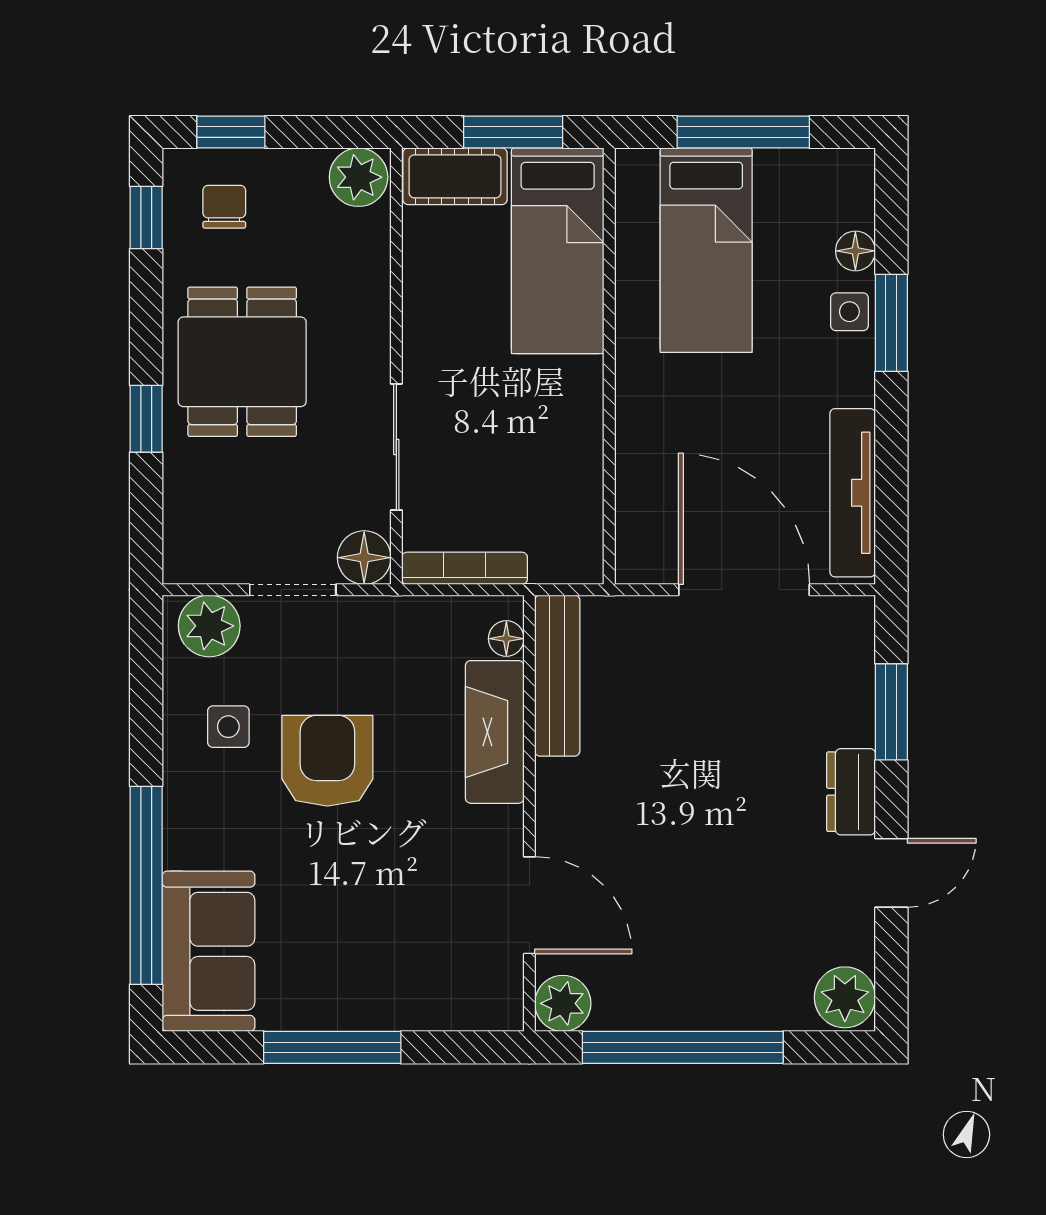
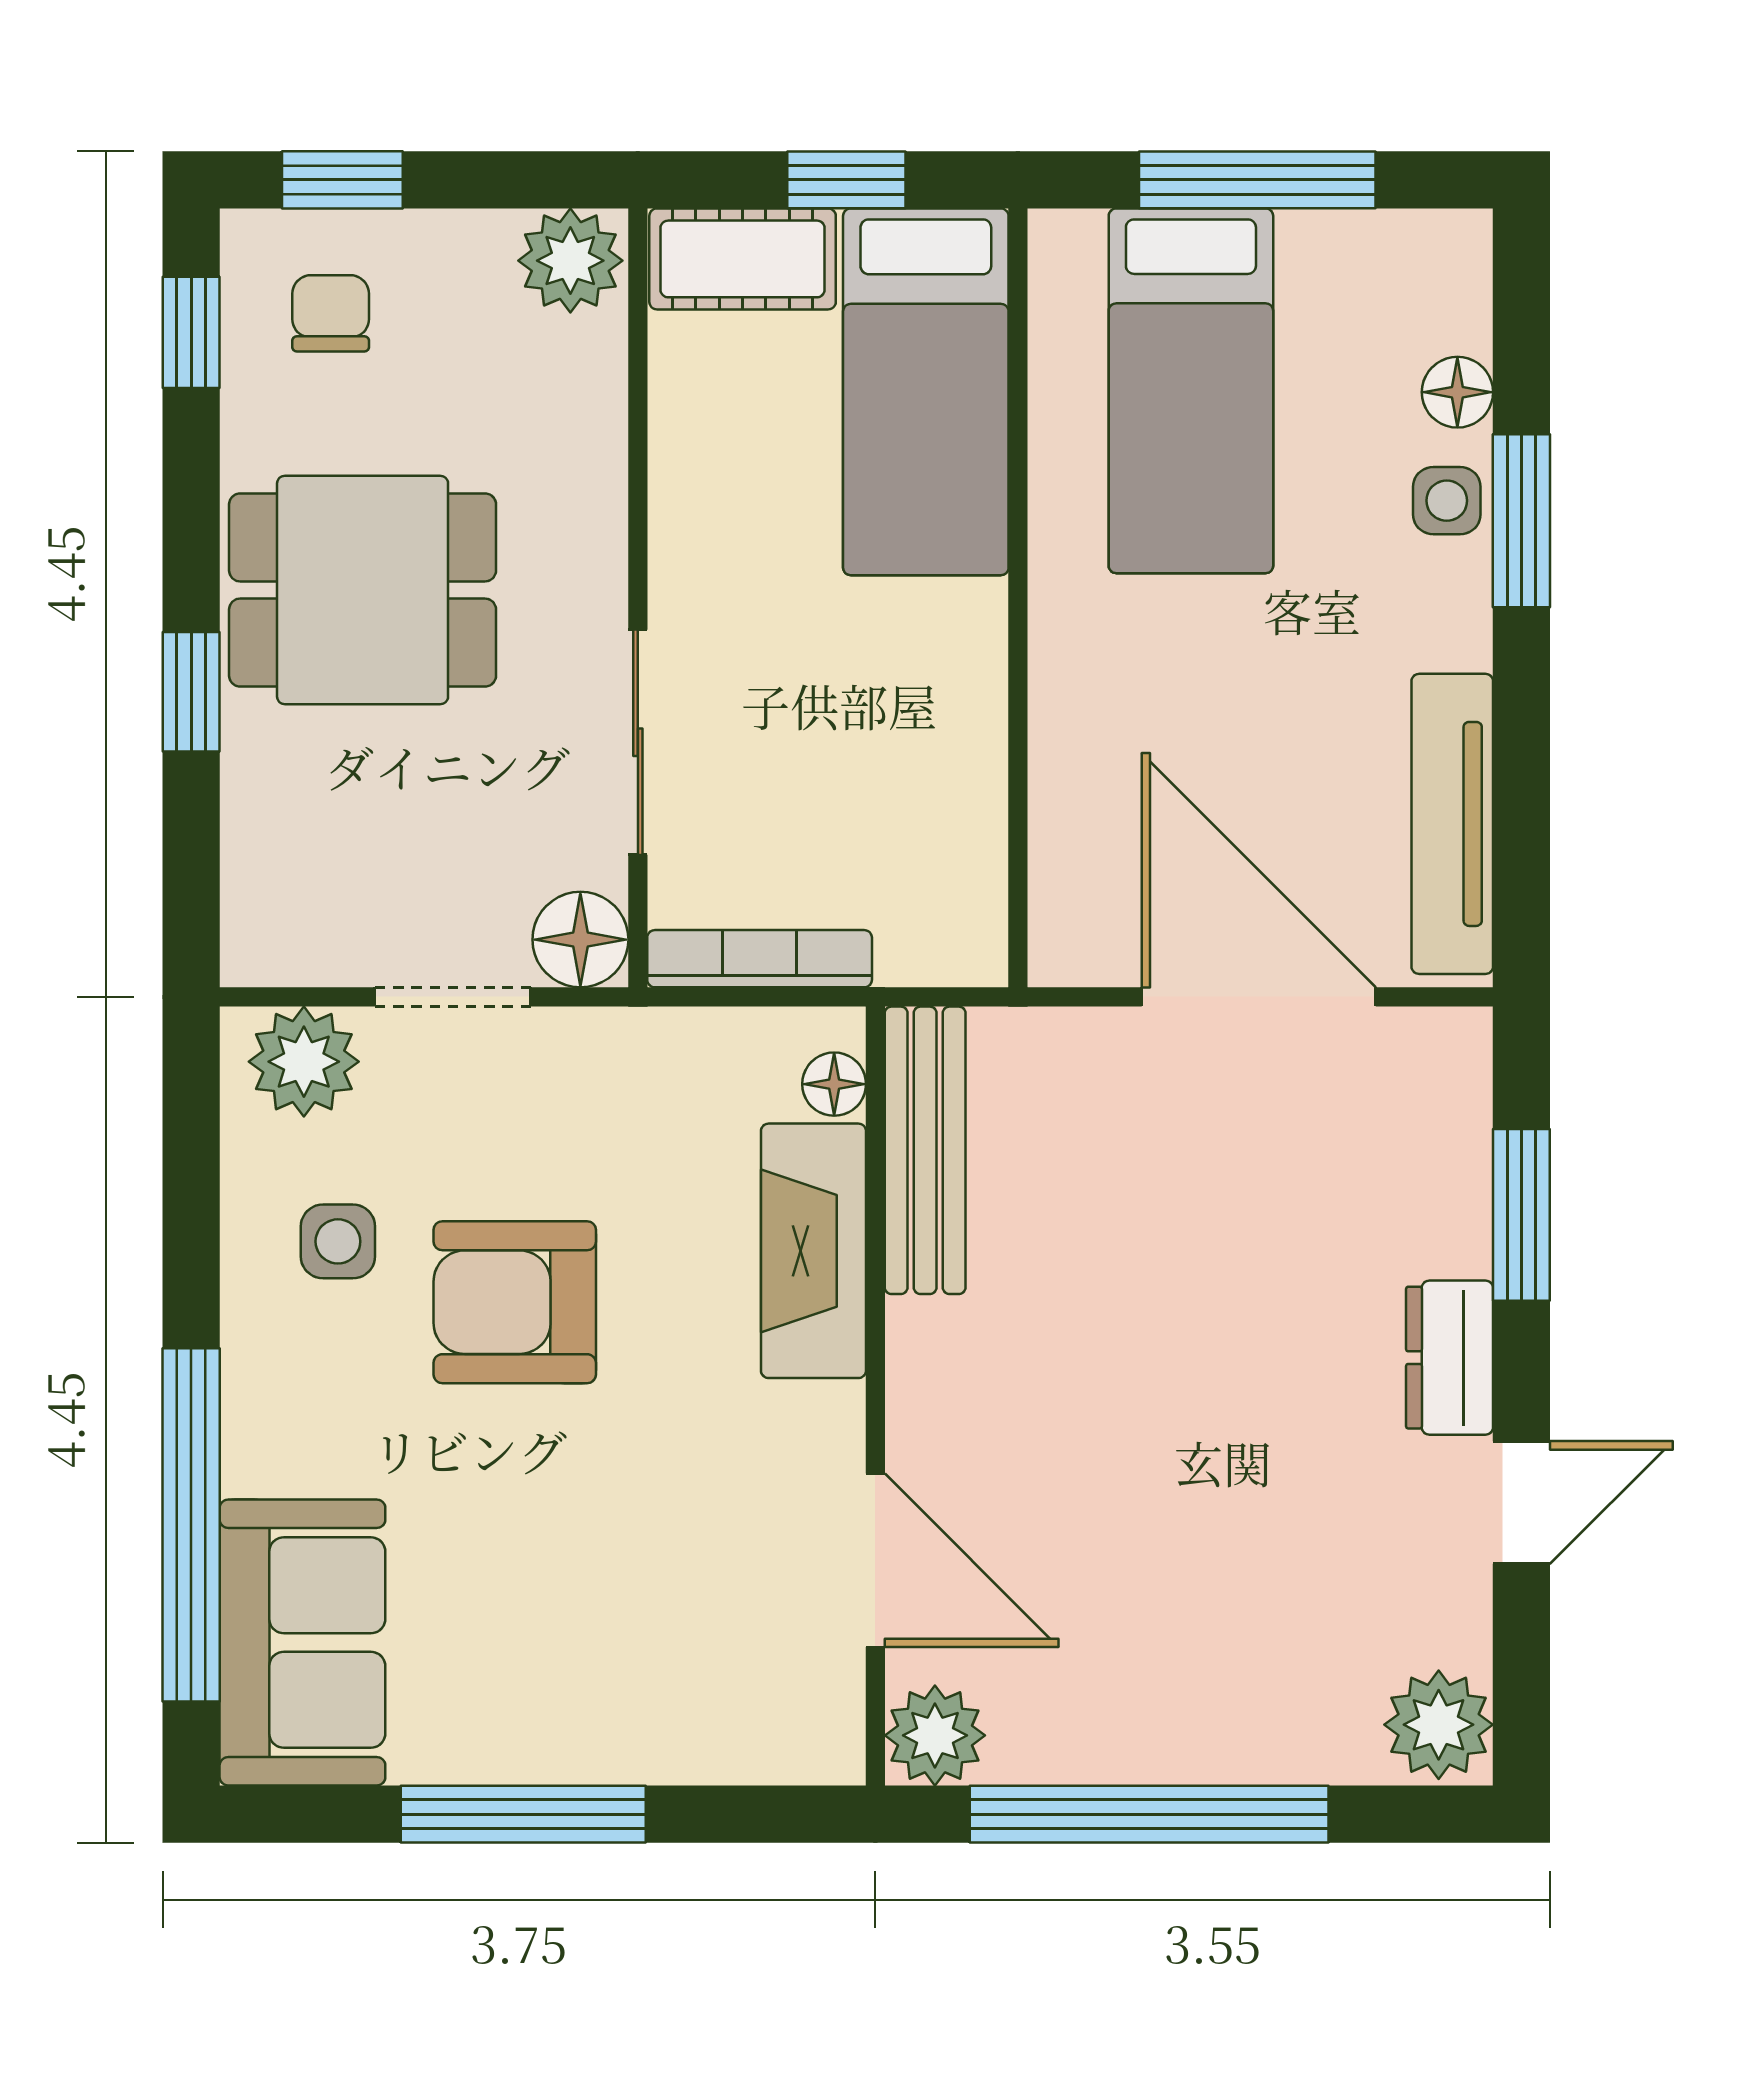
window: (513, 132) -> (846, 180), width x0.67
dining table: (242, 362) -> (363, 590), turned 90
armchair: (327, 761) -> (515, 1302), turned -90

